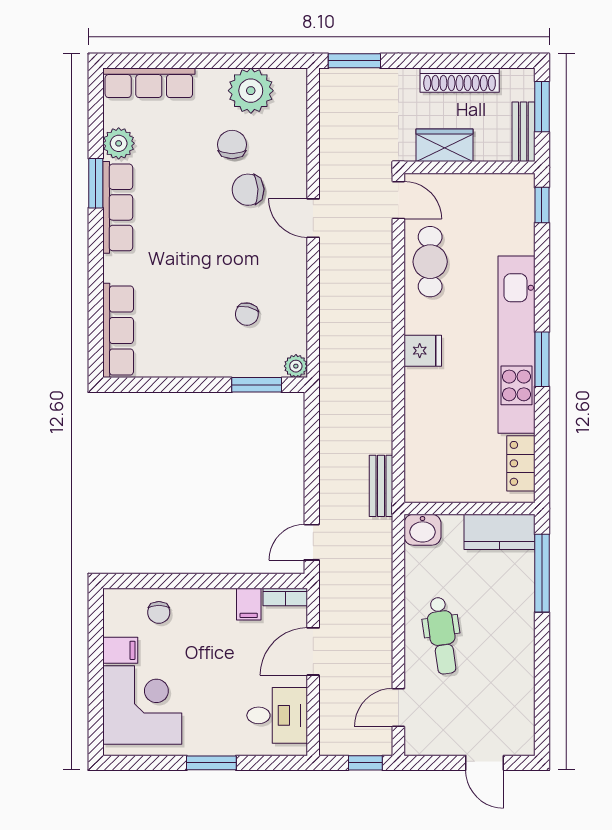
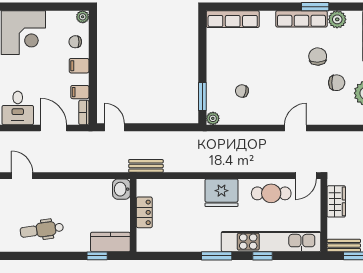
chair: (248, 190) -> (318, 57), moved
window: (542, 205) -> (263, 256), moved
kitchen unit: (516, 345) -> (271, 242), moved
fridge: (423, 351) -> (221, 193), width x1.88, depth x1.34
locker: (521, 463) -> (144, 212), moved, turned 90
kitchen counter: (499, 532) -> (110, 242), moved, turned 90
window: (542, 573) -> (97, 256), width x0.46
plant: (114, 599) -> (83, 17), added
dental chair: (442, 636) -> (42, 230), moved
filing cabinet: (120, 650) -> (79, 66), moved, turned 90

